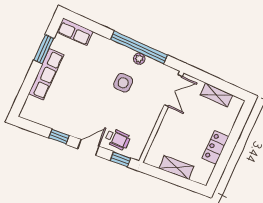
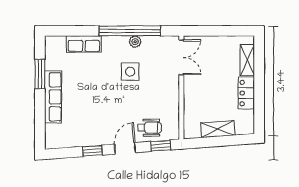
row of seats: (75, 32) -> (84, 44), moved
shelving: (216, 95) -> (247, 60), moved, turned 90

